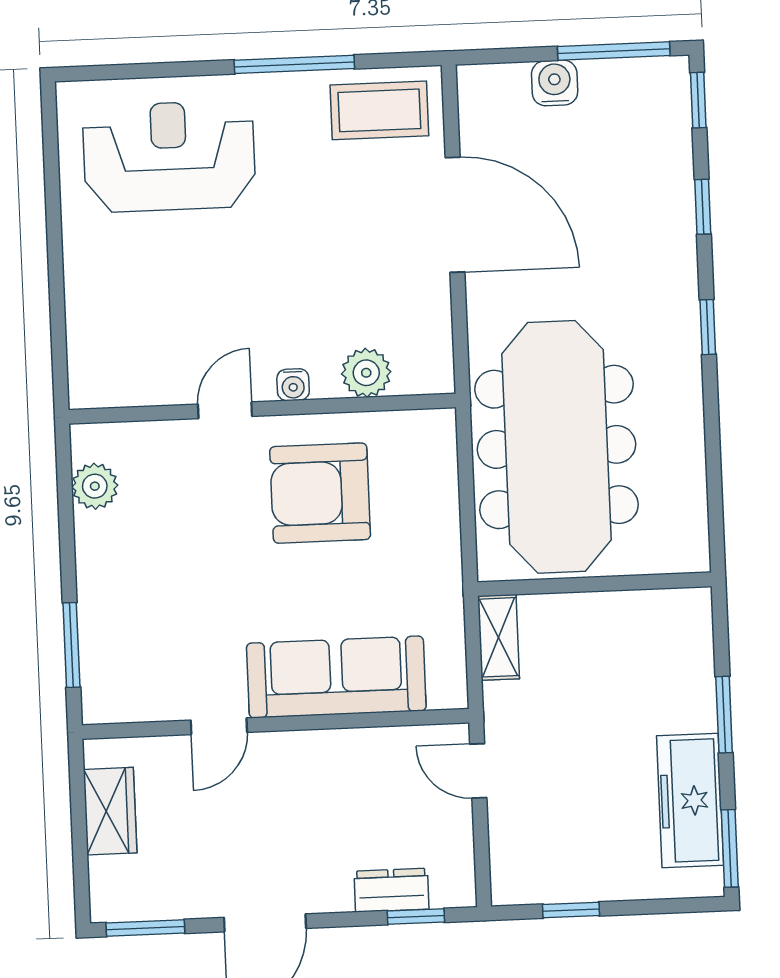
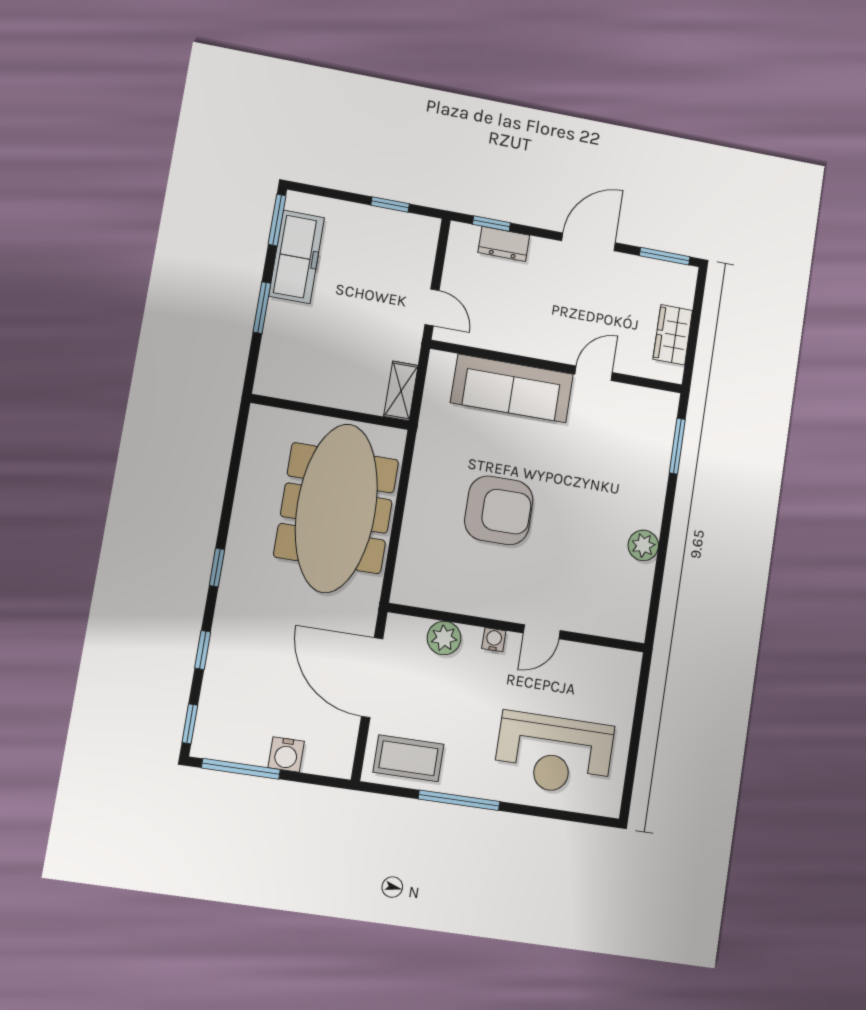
plant: (366, 373) -> (444, 638), moved
water cooler: (293, 385) -> (494, 640), moved
wall: (262, 409) -> (517, 628), moved
door: (225, 410) -> (542, 632), moved

